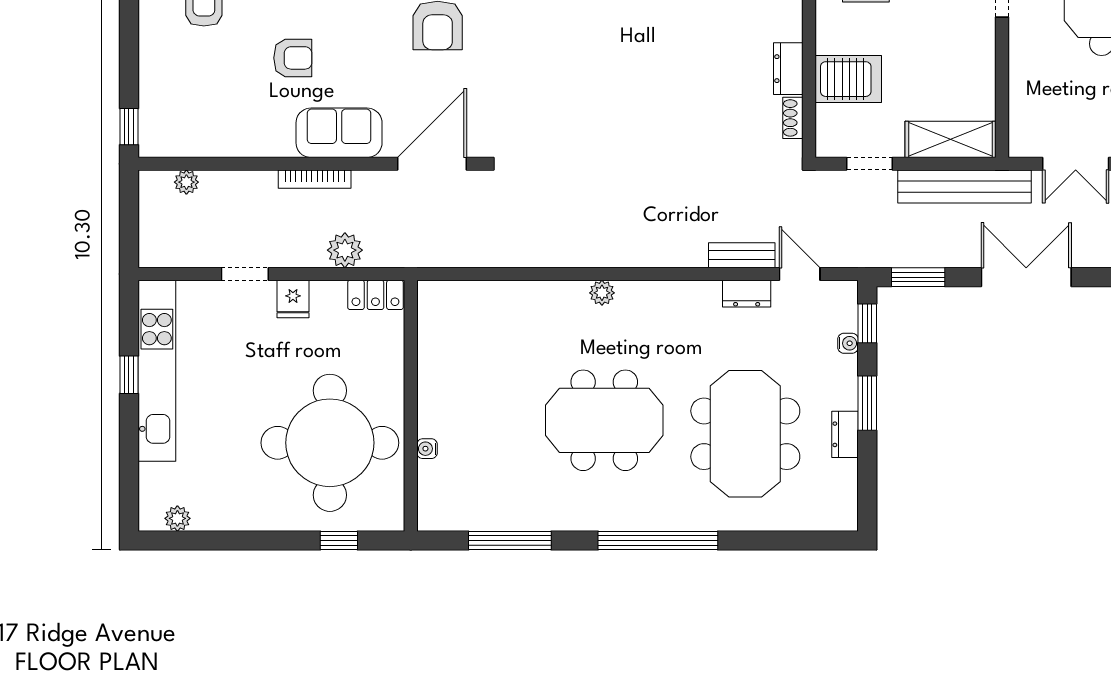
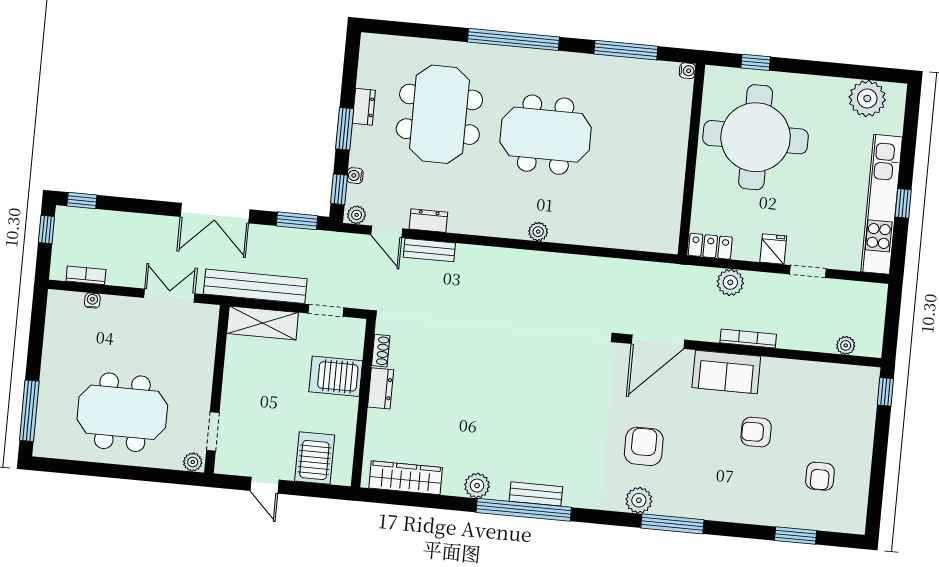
plant: (841, 292) -> (357, 215), added
water cooler: (427, 449) -> (687, 71), moved
plant: (177, 518) -> (867, 98), width x1.87, depth x1.87

